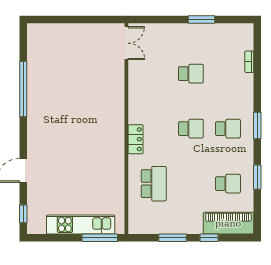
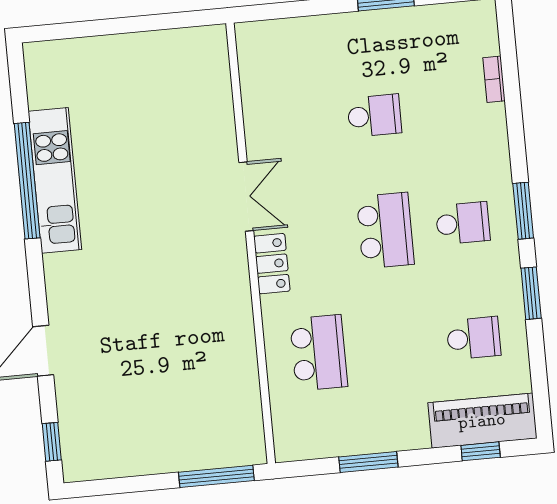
double door: (126, 43) -> (246, 197), moved
school desk: (191, 129) -> (385, 231), width x1.85
window: (257, 177) -> (531, 293), moved
kitchen unit: (81, 224) -> (55, 180), moved, turned 90
window: (209, 238) -> (481, 451), moved

